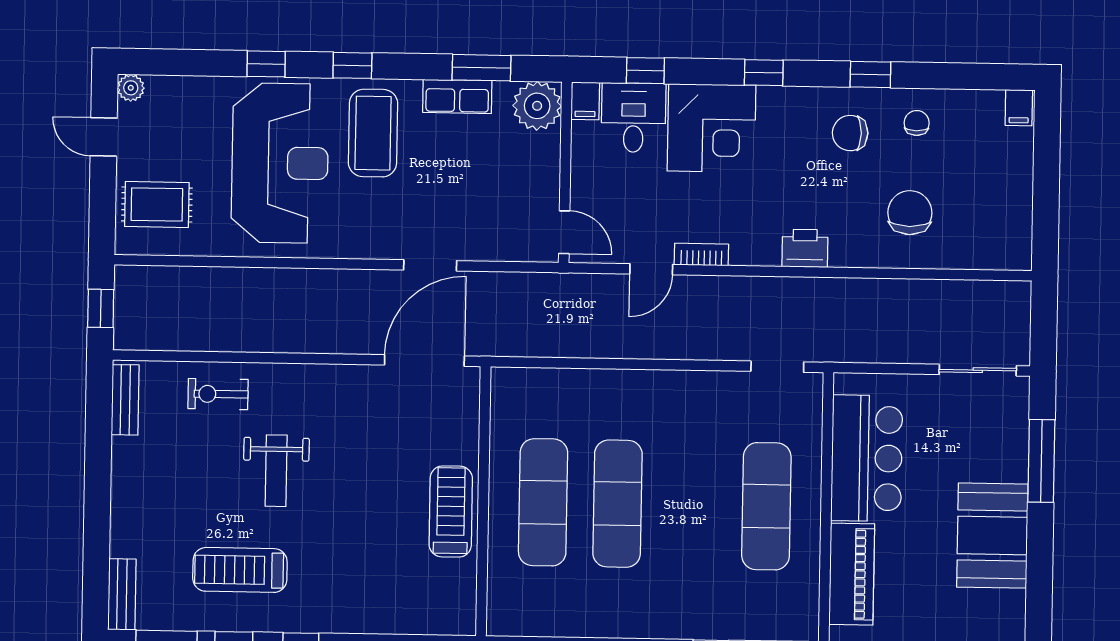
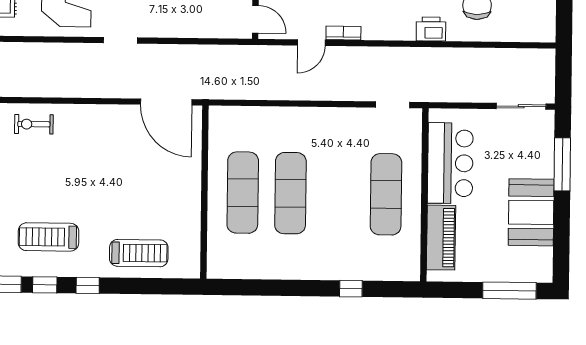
printer: (805, 248) -> (431, 29), moved
doorway: (430, 265) -> (121, 40), moved
door: (424, 361) -> (166, 102), swing flipped
weight bench: (276, 471) -> (71, 173), removed
treadmill: (451, 512) -> (139, 253), moved, turned 90

